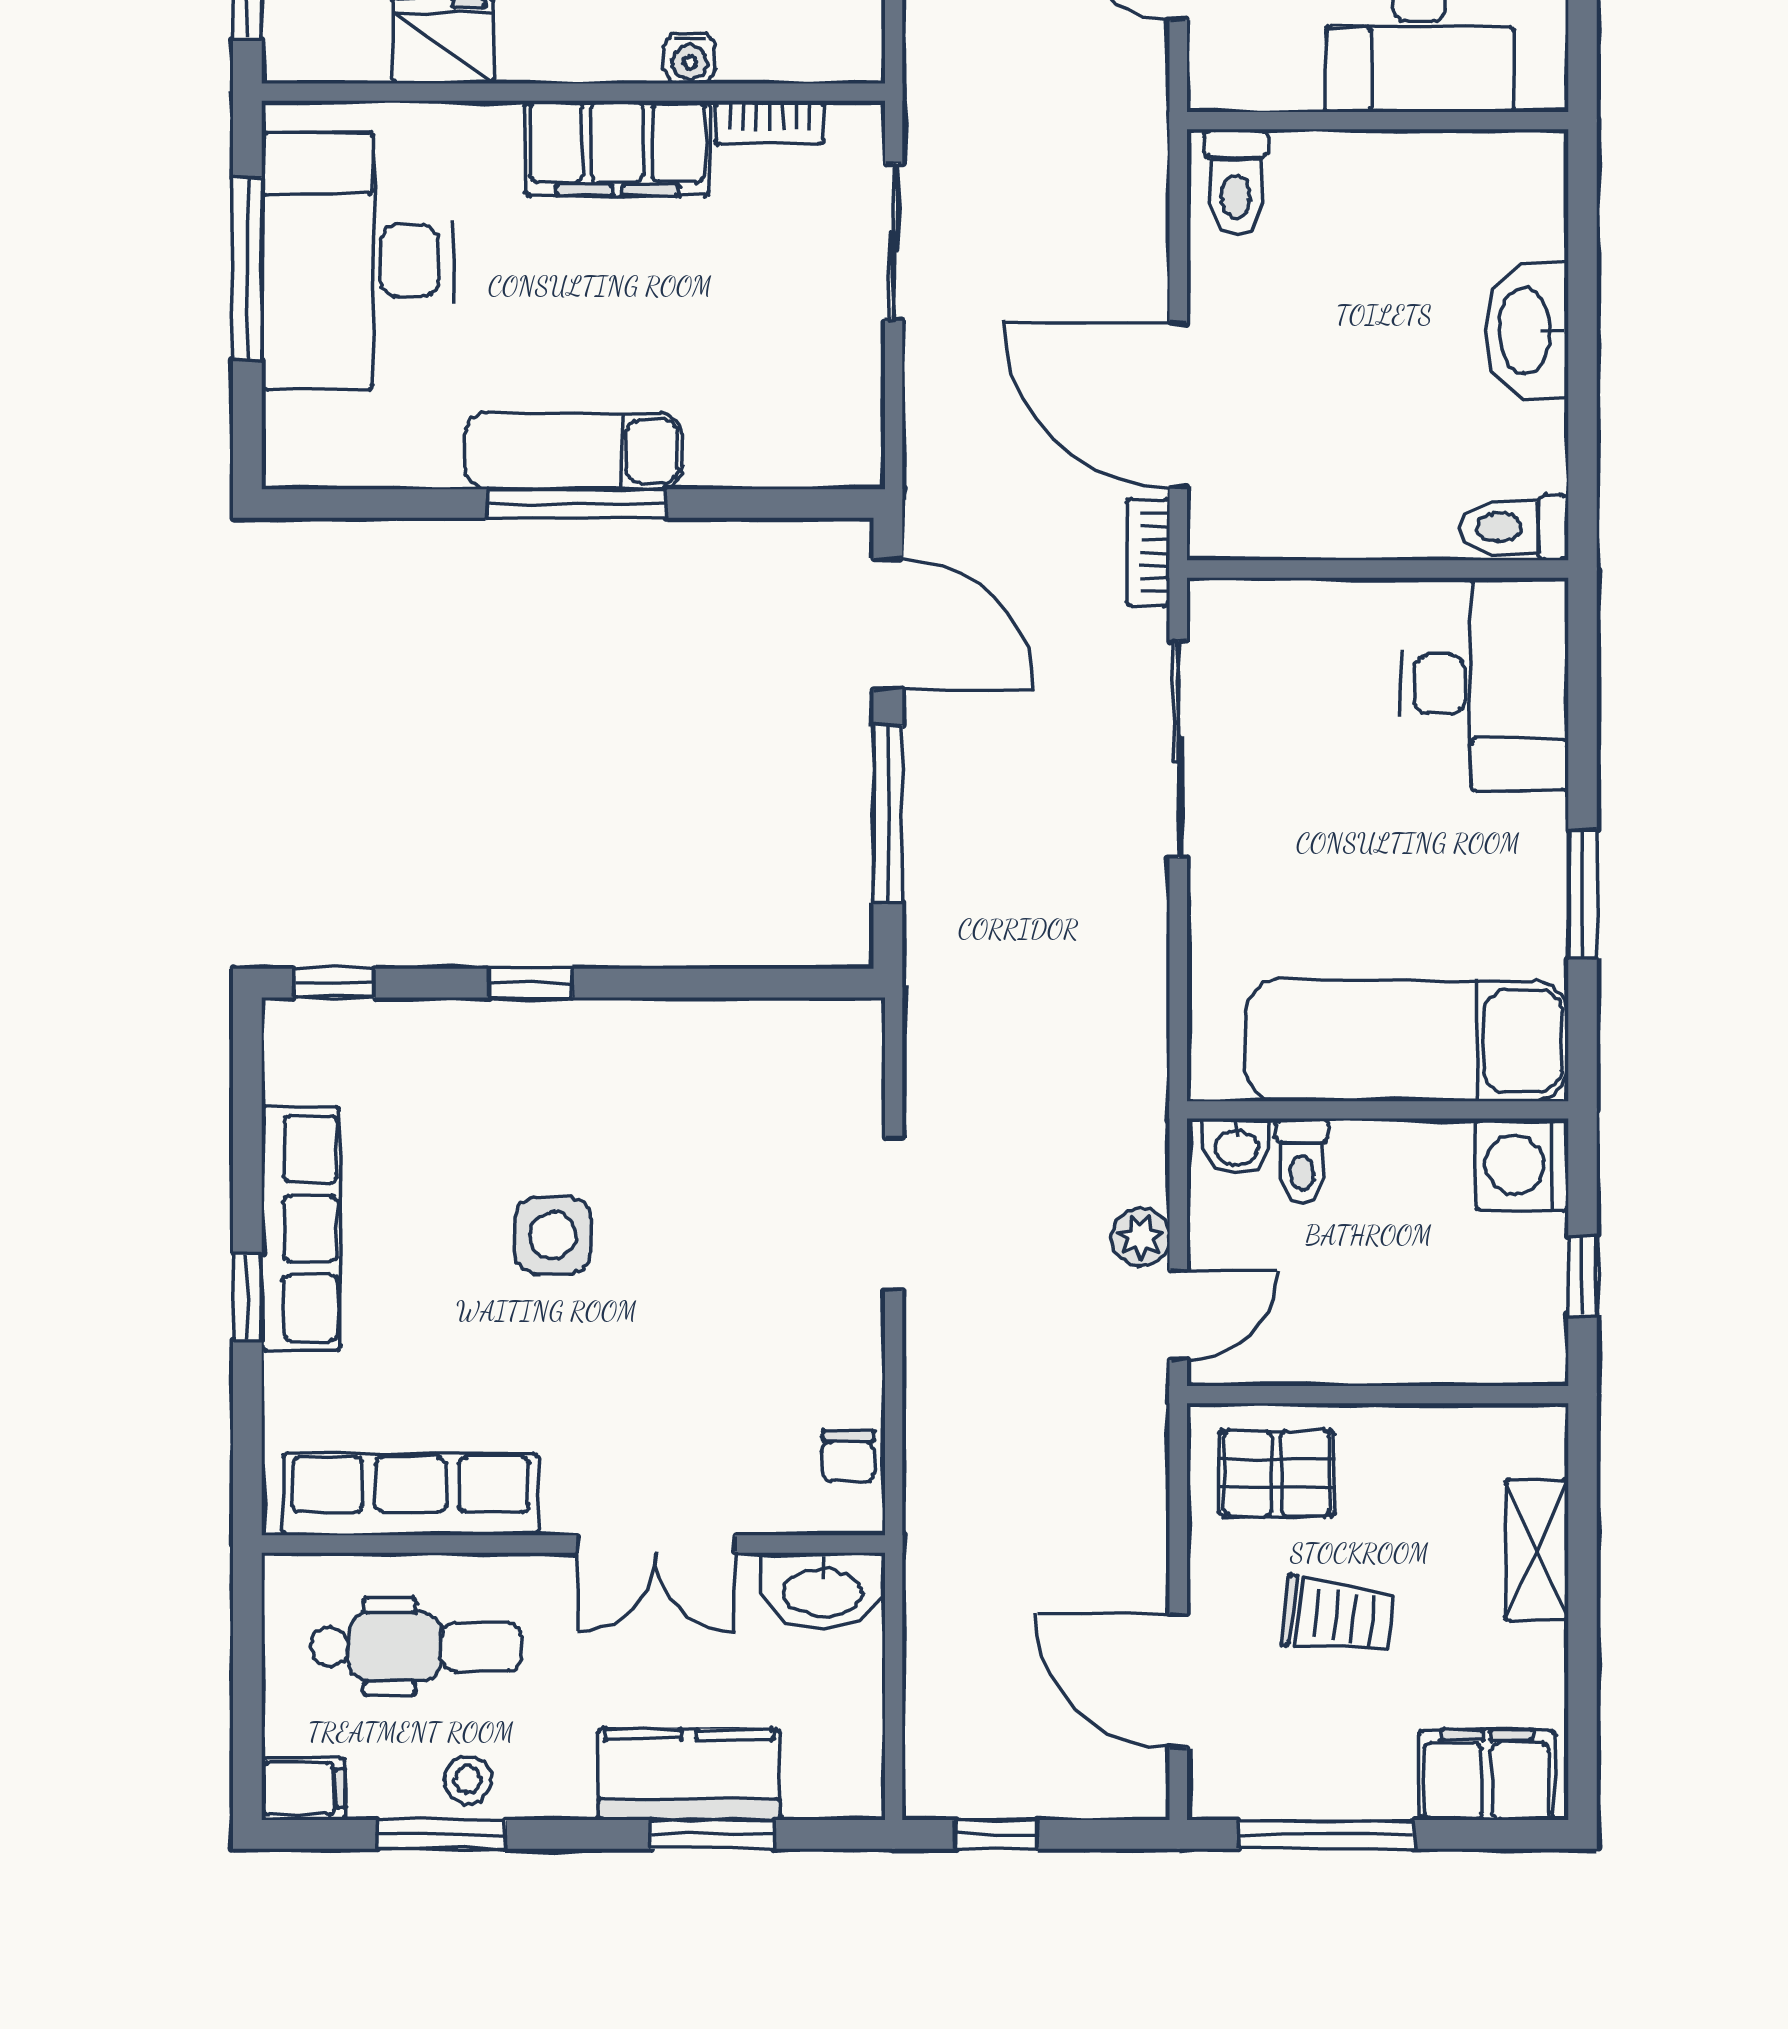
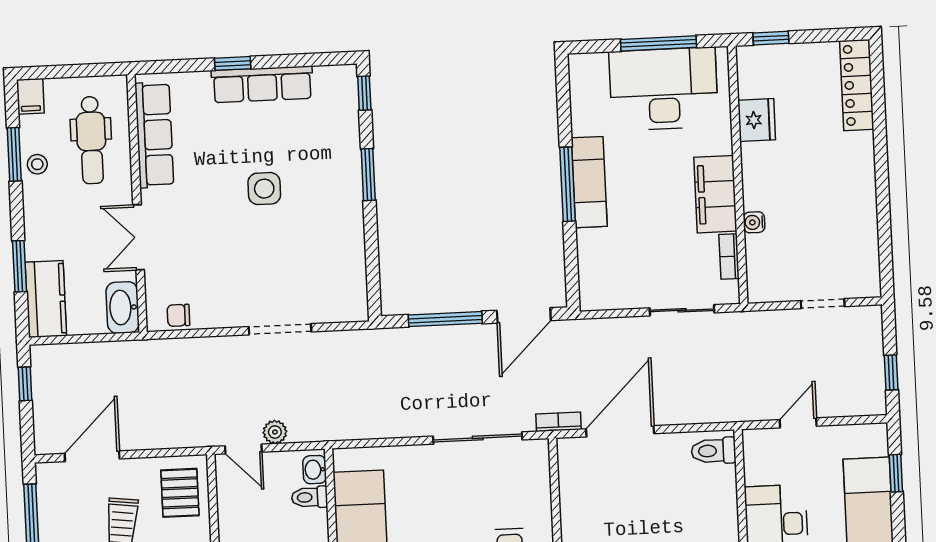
window: (531, 983) -> (368, 175), width x1.50
kitchen counter: (689, 1775) -> (46, 299), moved

